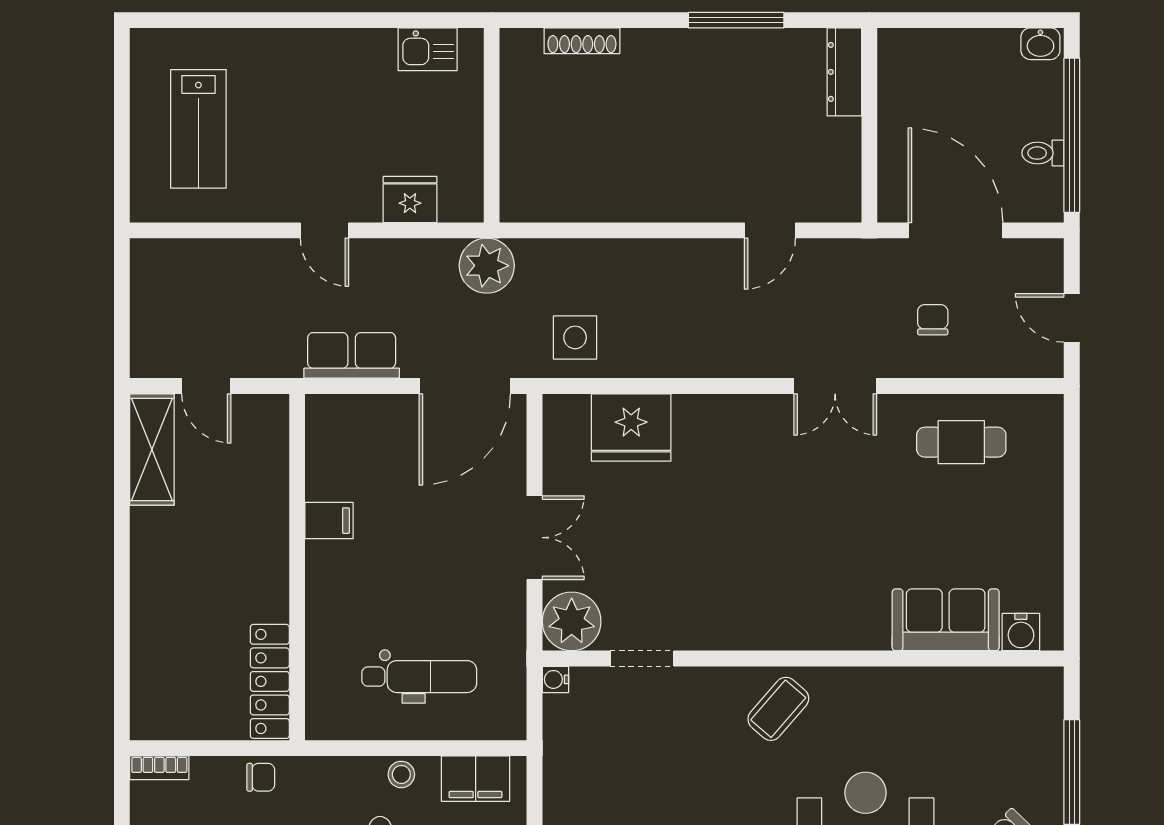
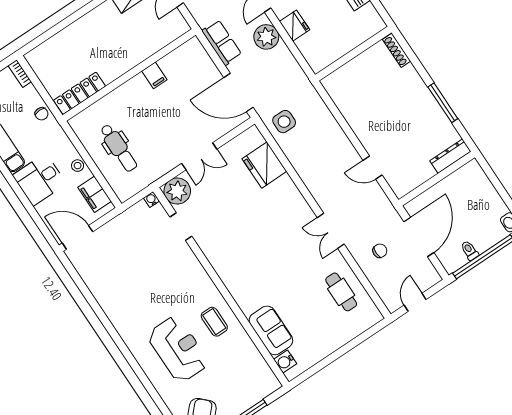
wall: (492, 125) -> (353, 54), moved
plant: (487, 266) -> (266, 37), moved
coffee table: (778, 709) -> (214, 322), moved, turned 49

